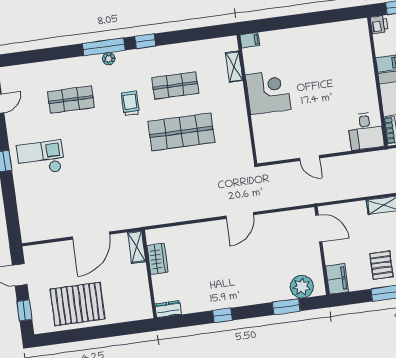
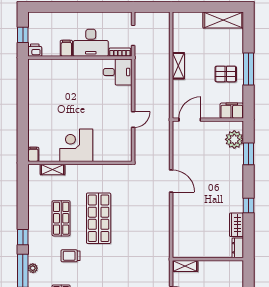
wardrobe: (157, 259) -> (236, 225), moved, turned -90

